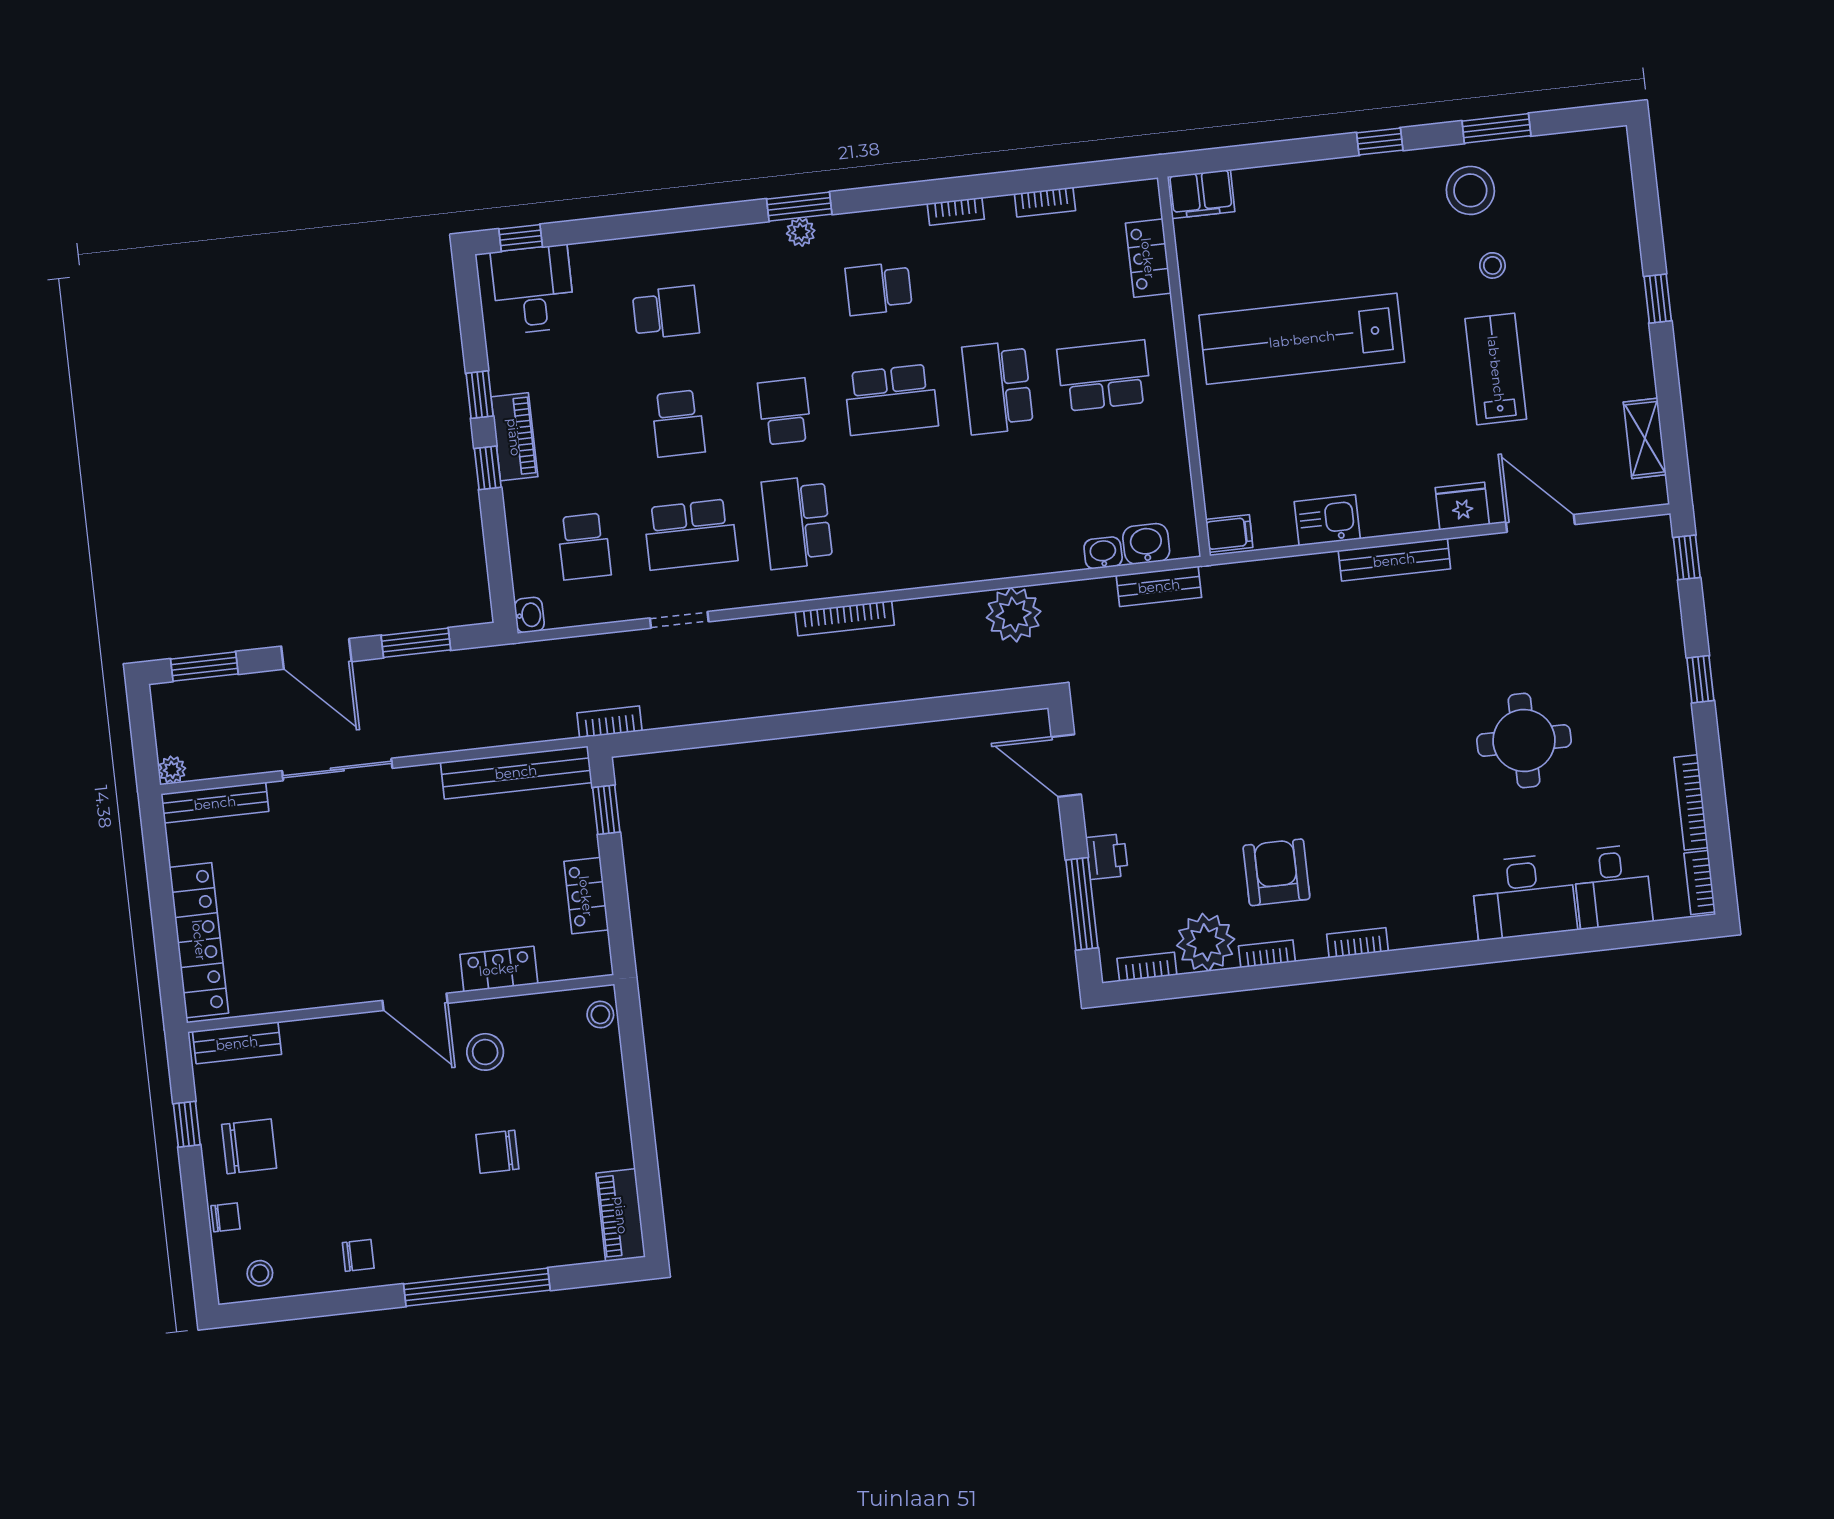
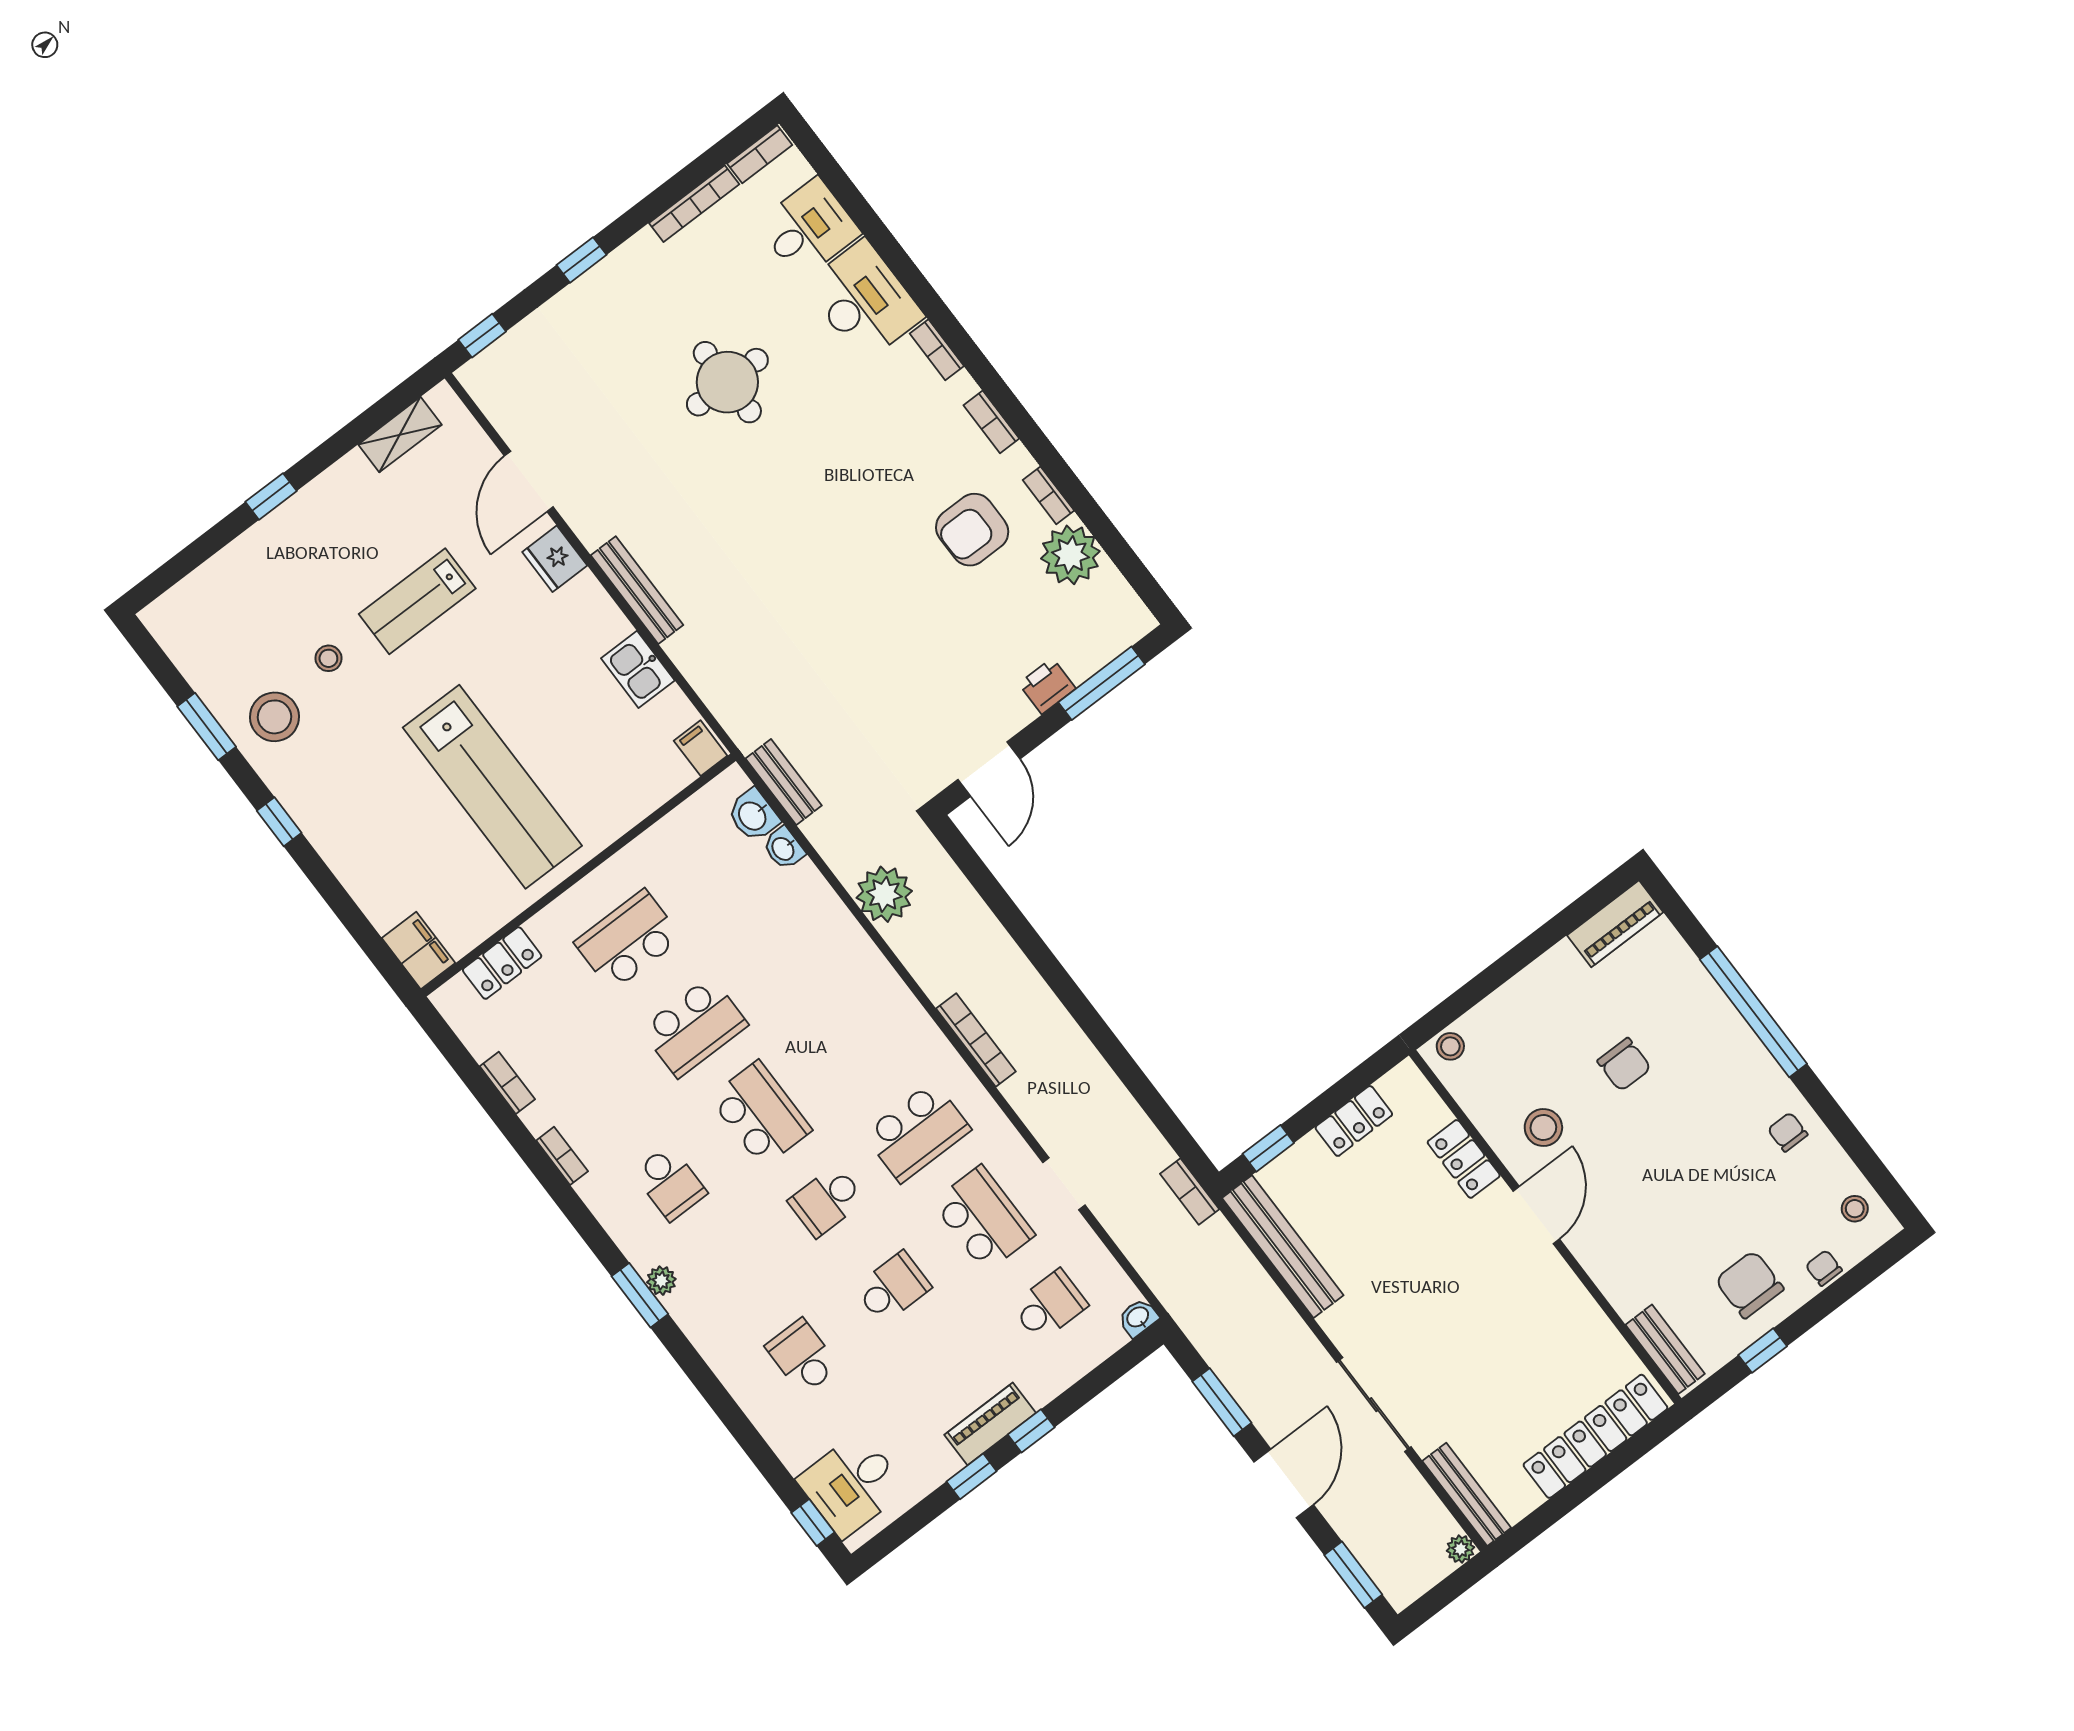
school desk: (1104, 376) -> (628, 940), turned 90
bookcase: (1147, 967) -> (937, 350), moved

